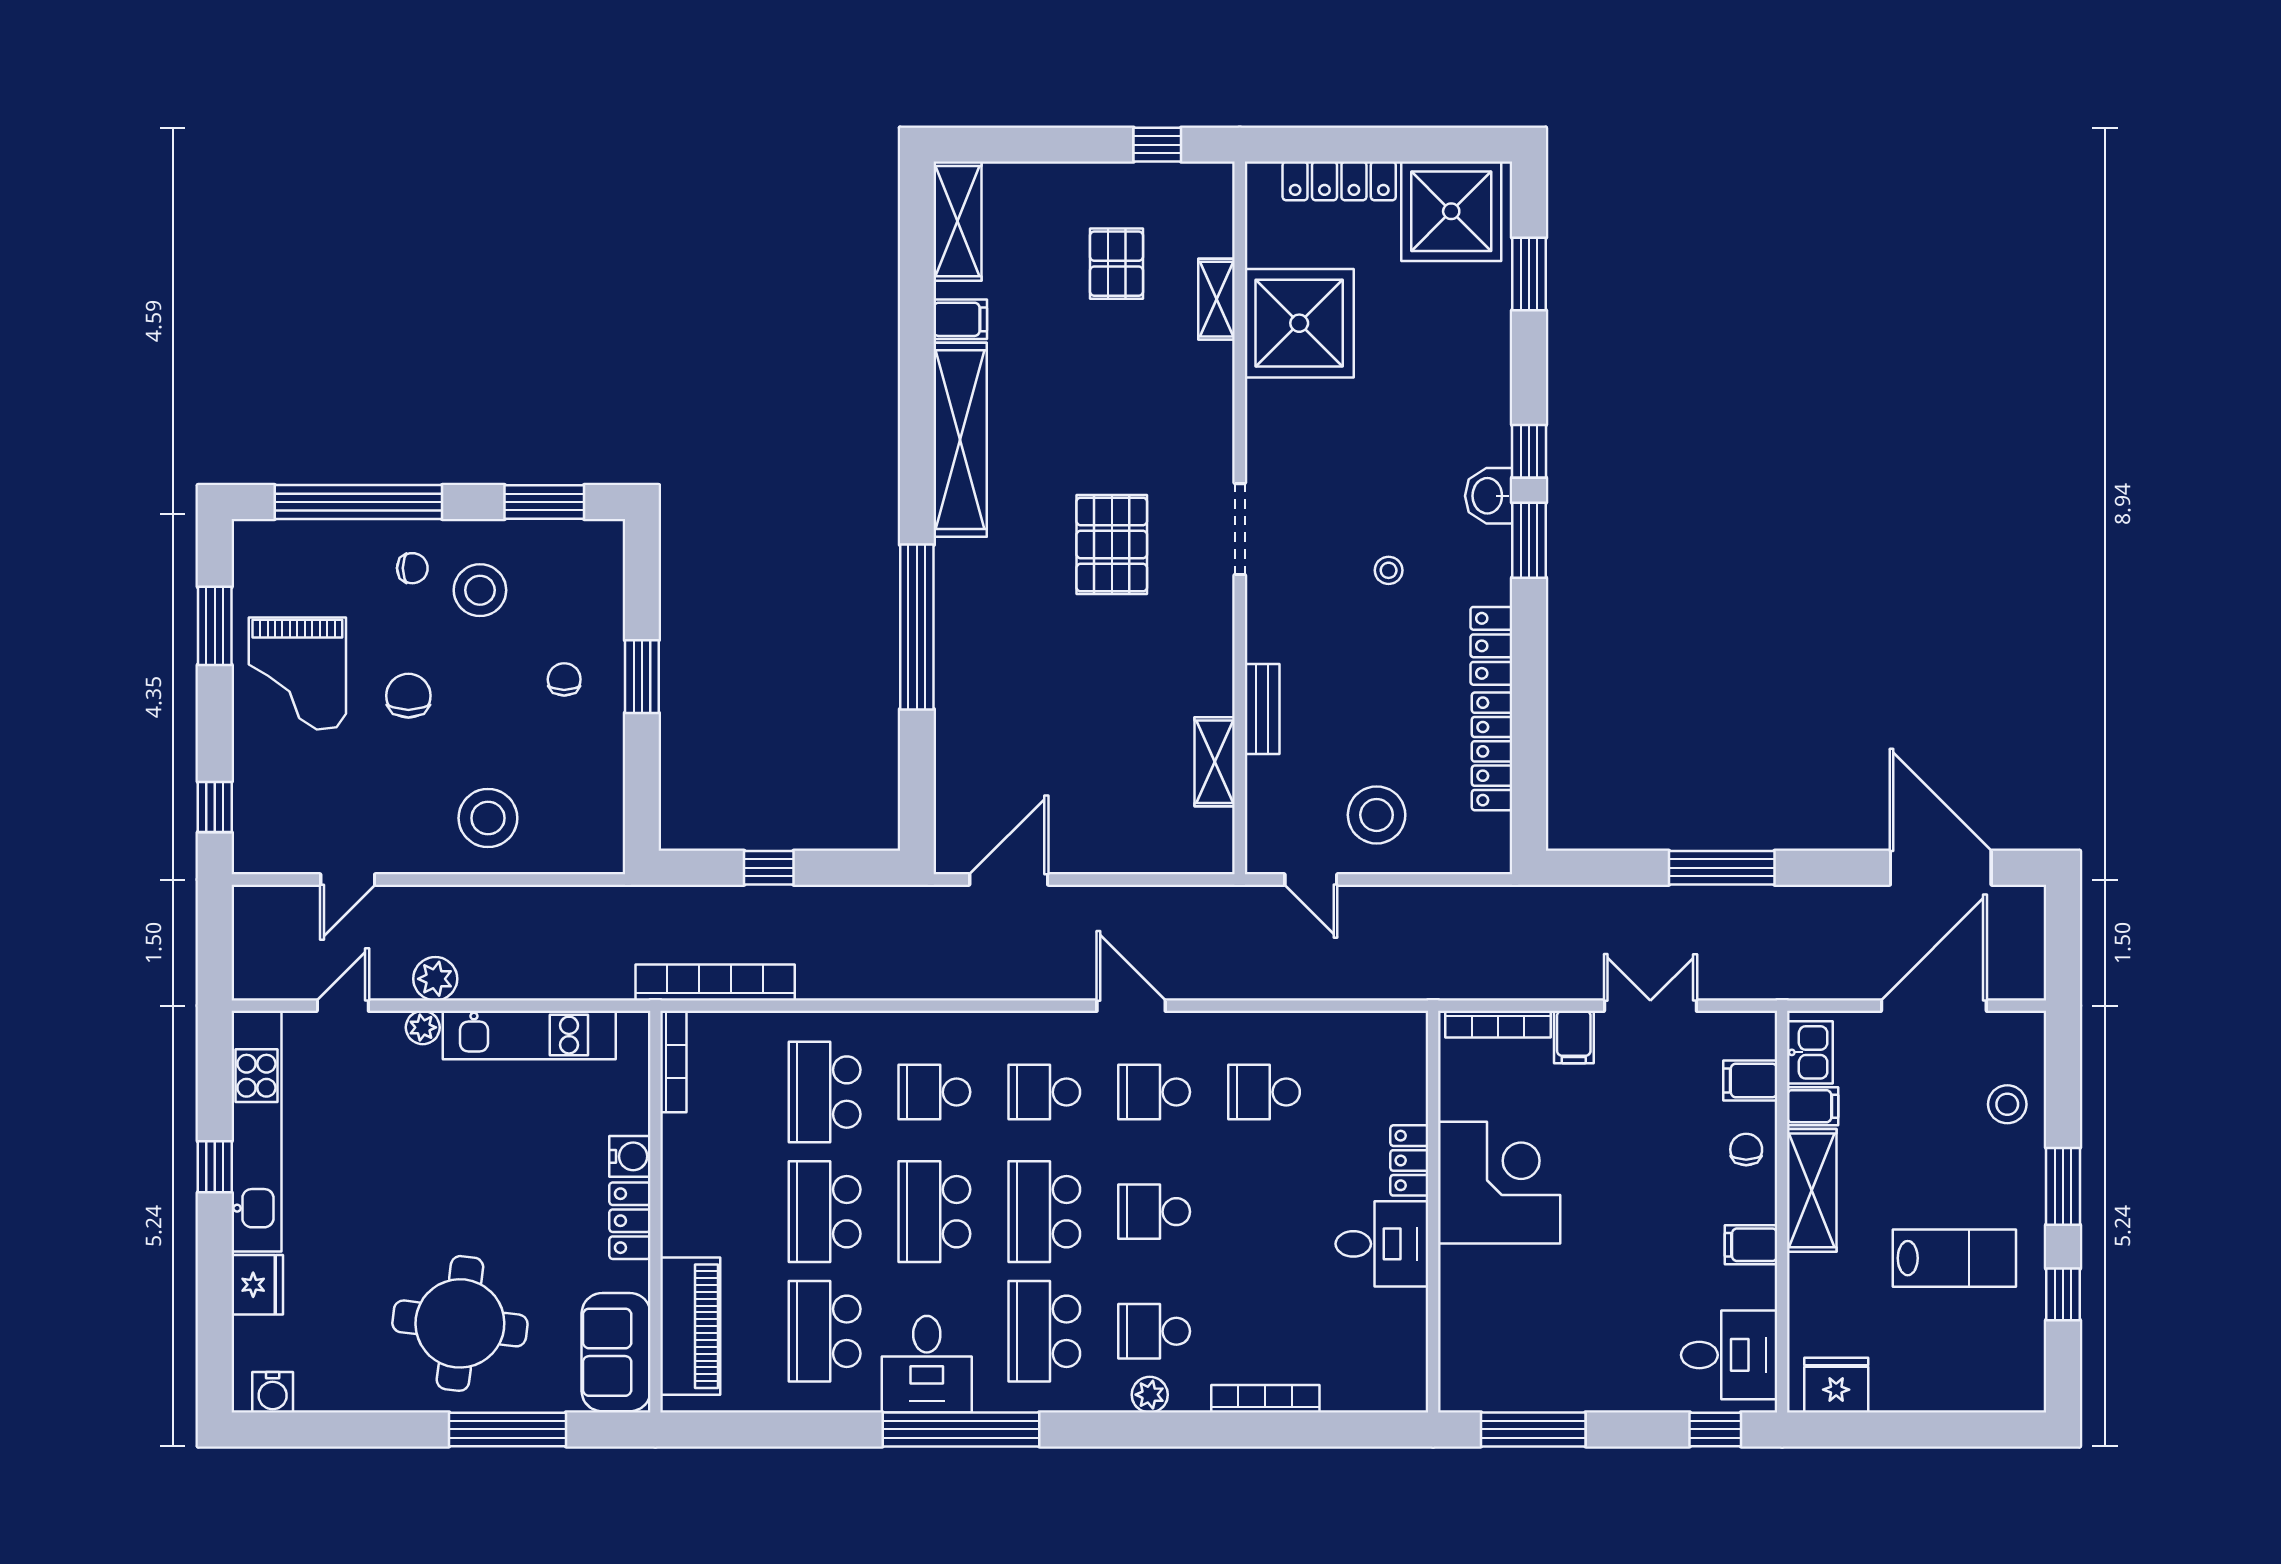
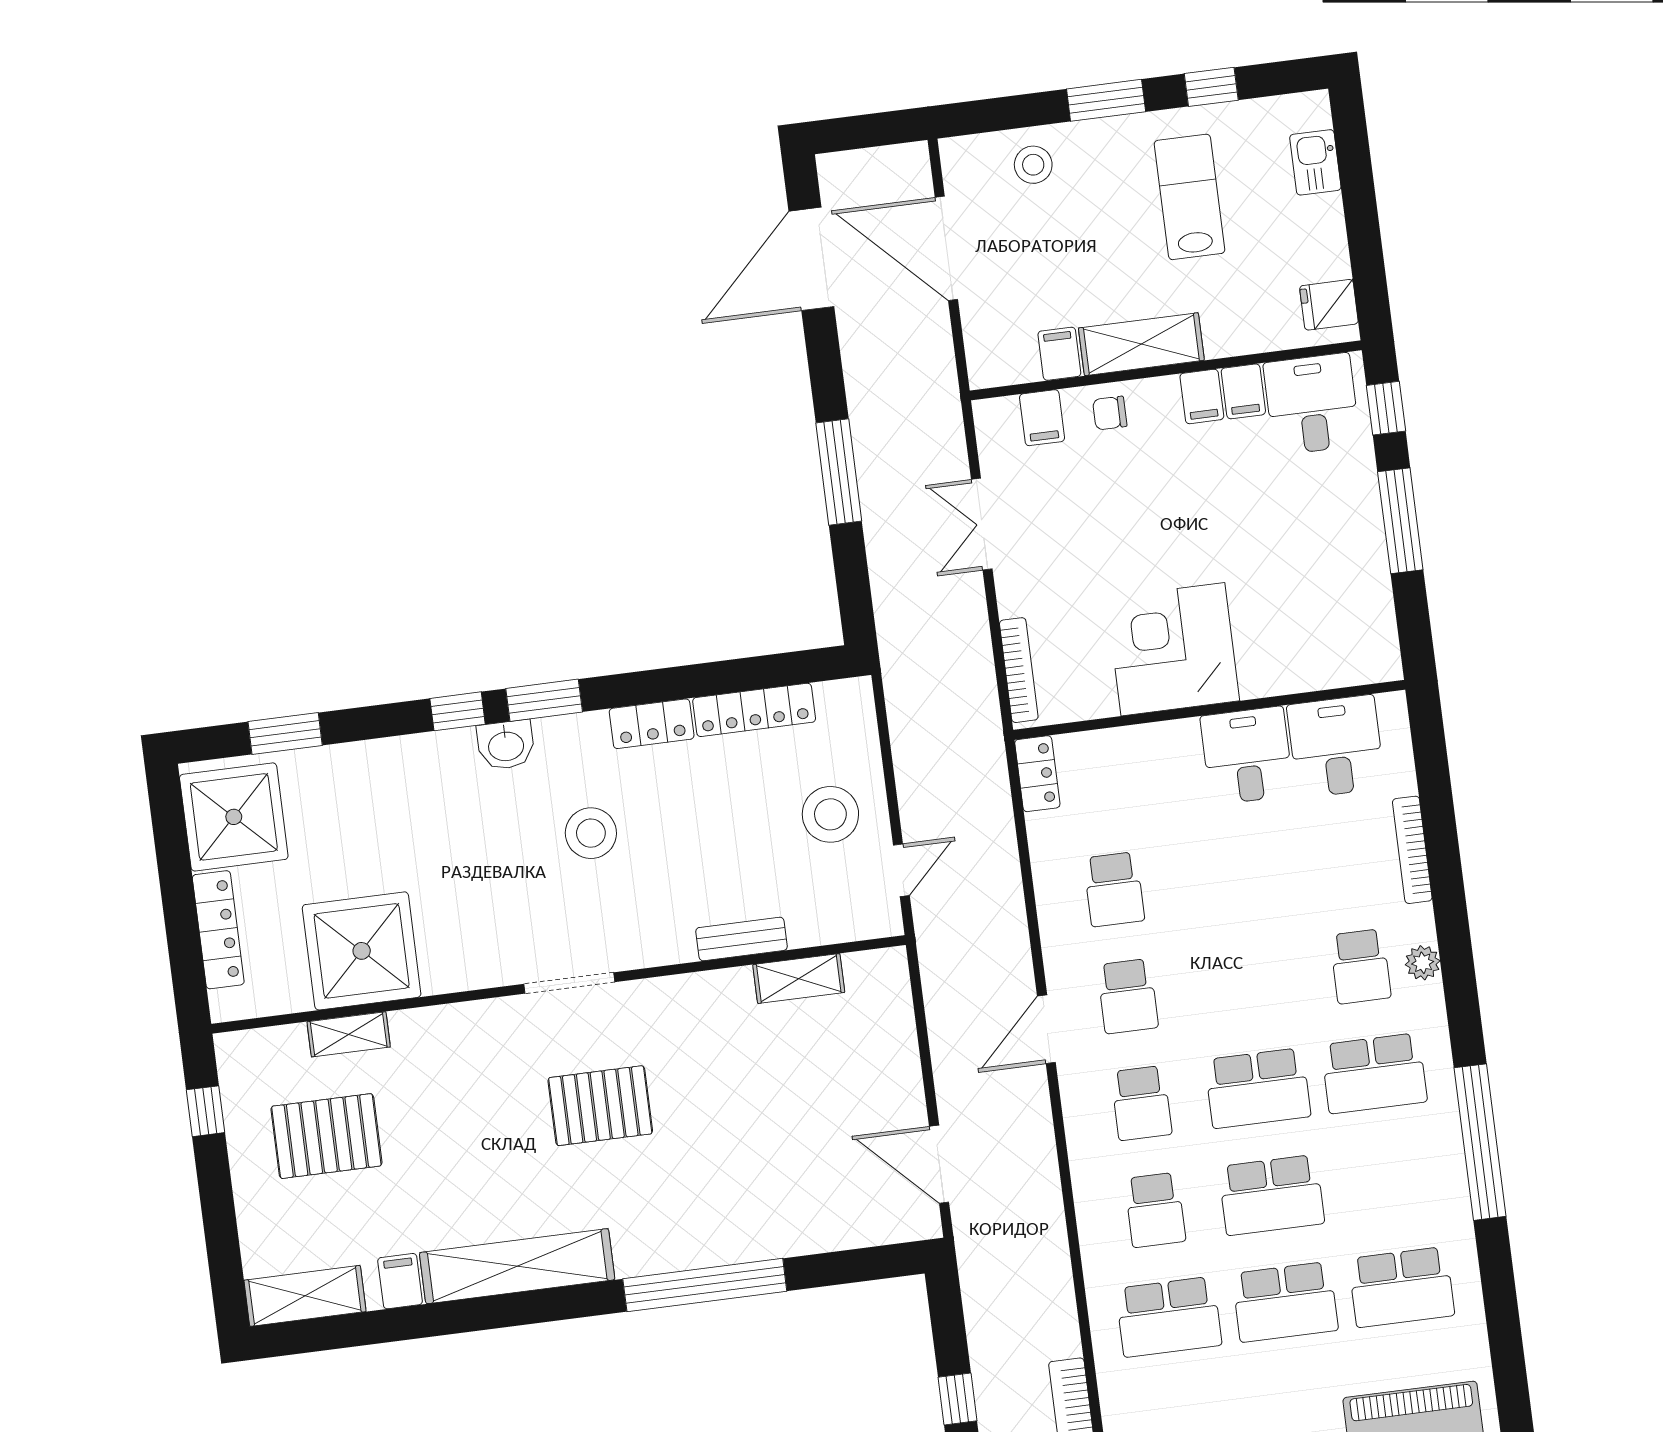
pallet: (1116, 264) -> (326, 1136), width x1.50, depth x1.42
stool: (1389, 570) -> (591, 833), width x1.89, depth x1.89
filing cabinet: (1574, 1037) -> (1243, 391), moved, turned 90
kitchen sink: (1810, 1052) -> (1315, 162), moved, turned -90
locker: (1409, 1160) -> (1037, 774), moved, turned -90
school desk: (1154, 1212) -> (1244, 981), removed
desk: (927, 1364) -> (1336, 746), moved, turned -90
fridge: (1836, 1385) -> (1329, 305), width x0.72
window: (1533, 1429) -> (1400, 521), moved

